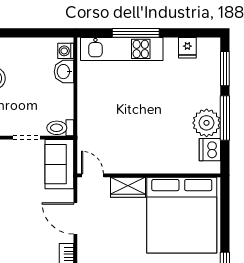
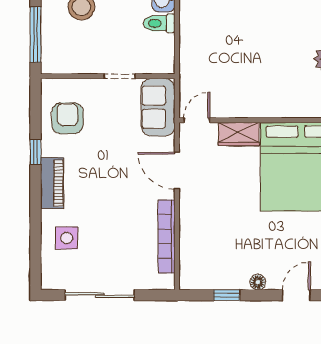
toilet: (60, 128) -> (159, 23), moved
door: (92, 175) -> (197, 120), hinge flipped

